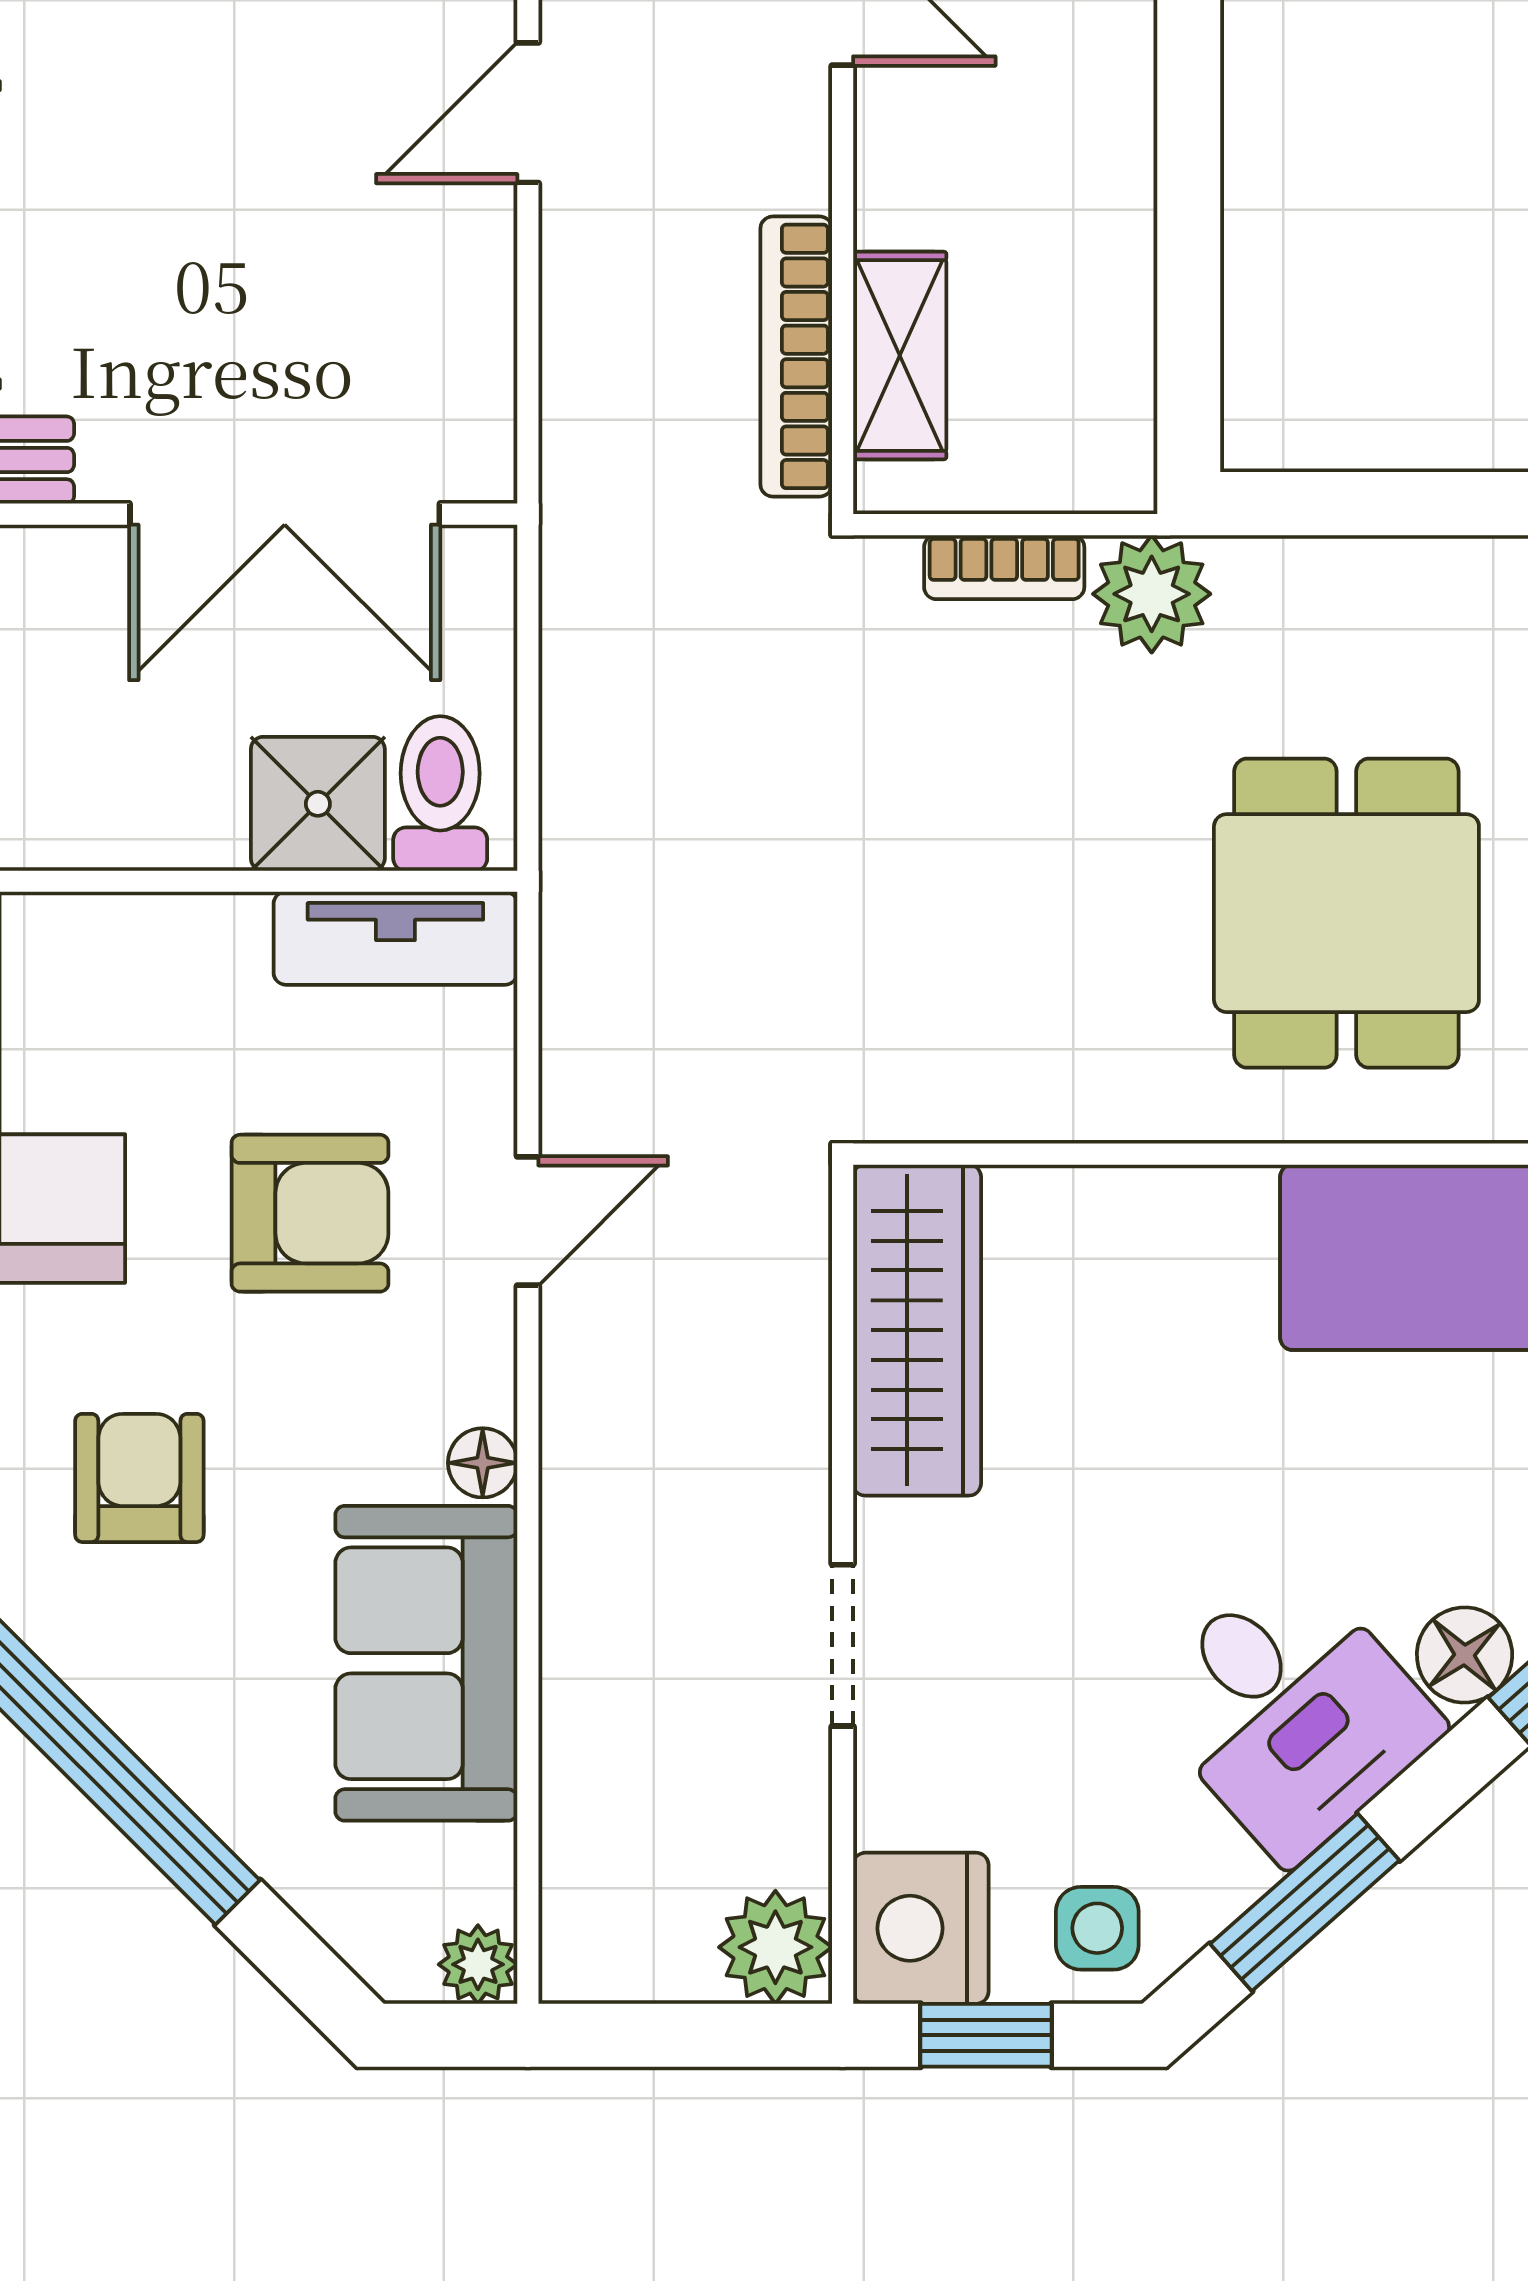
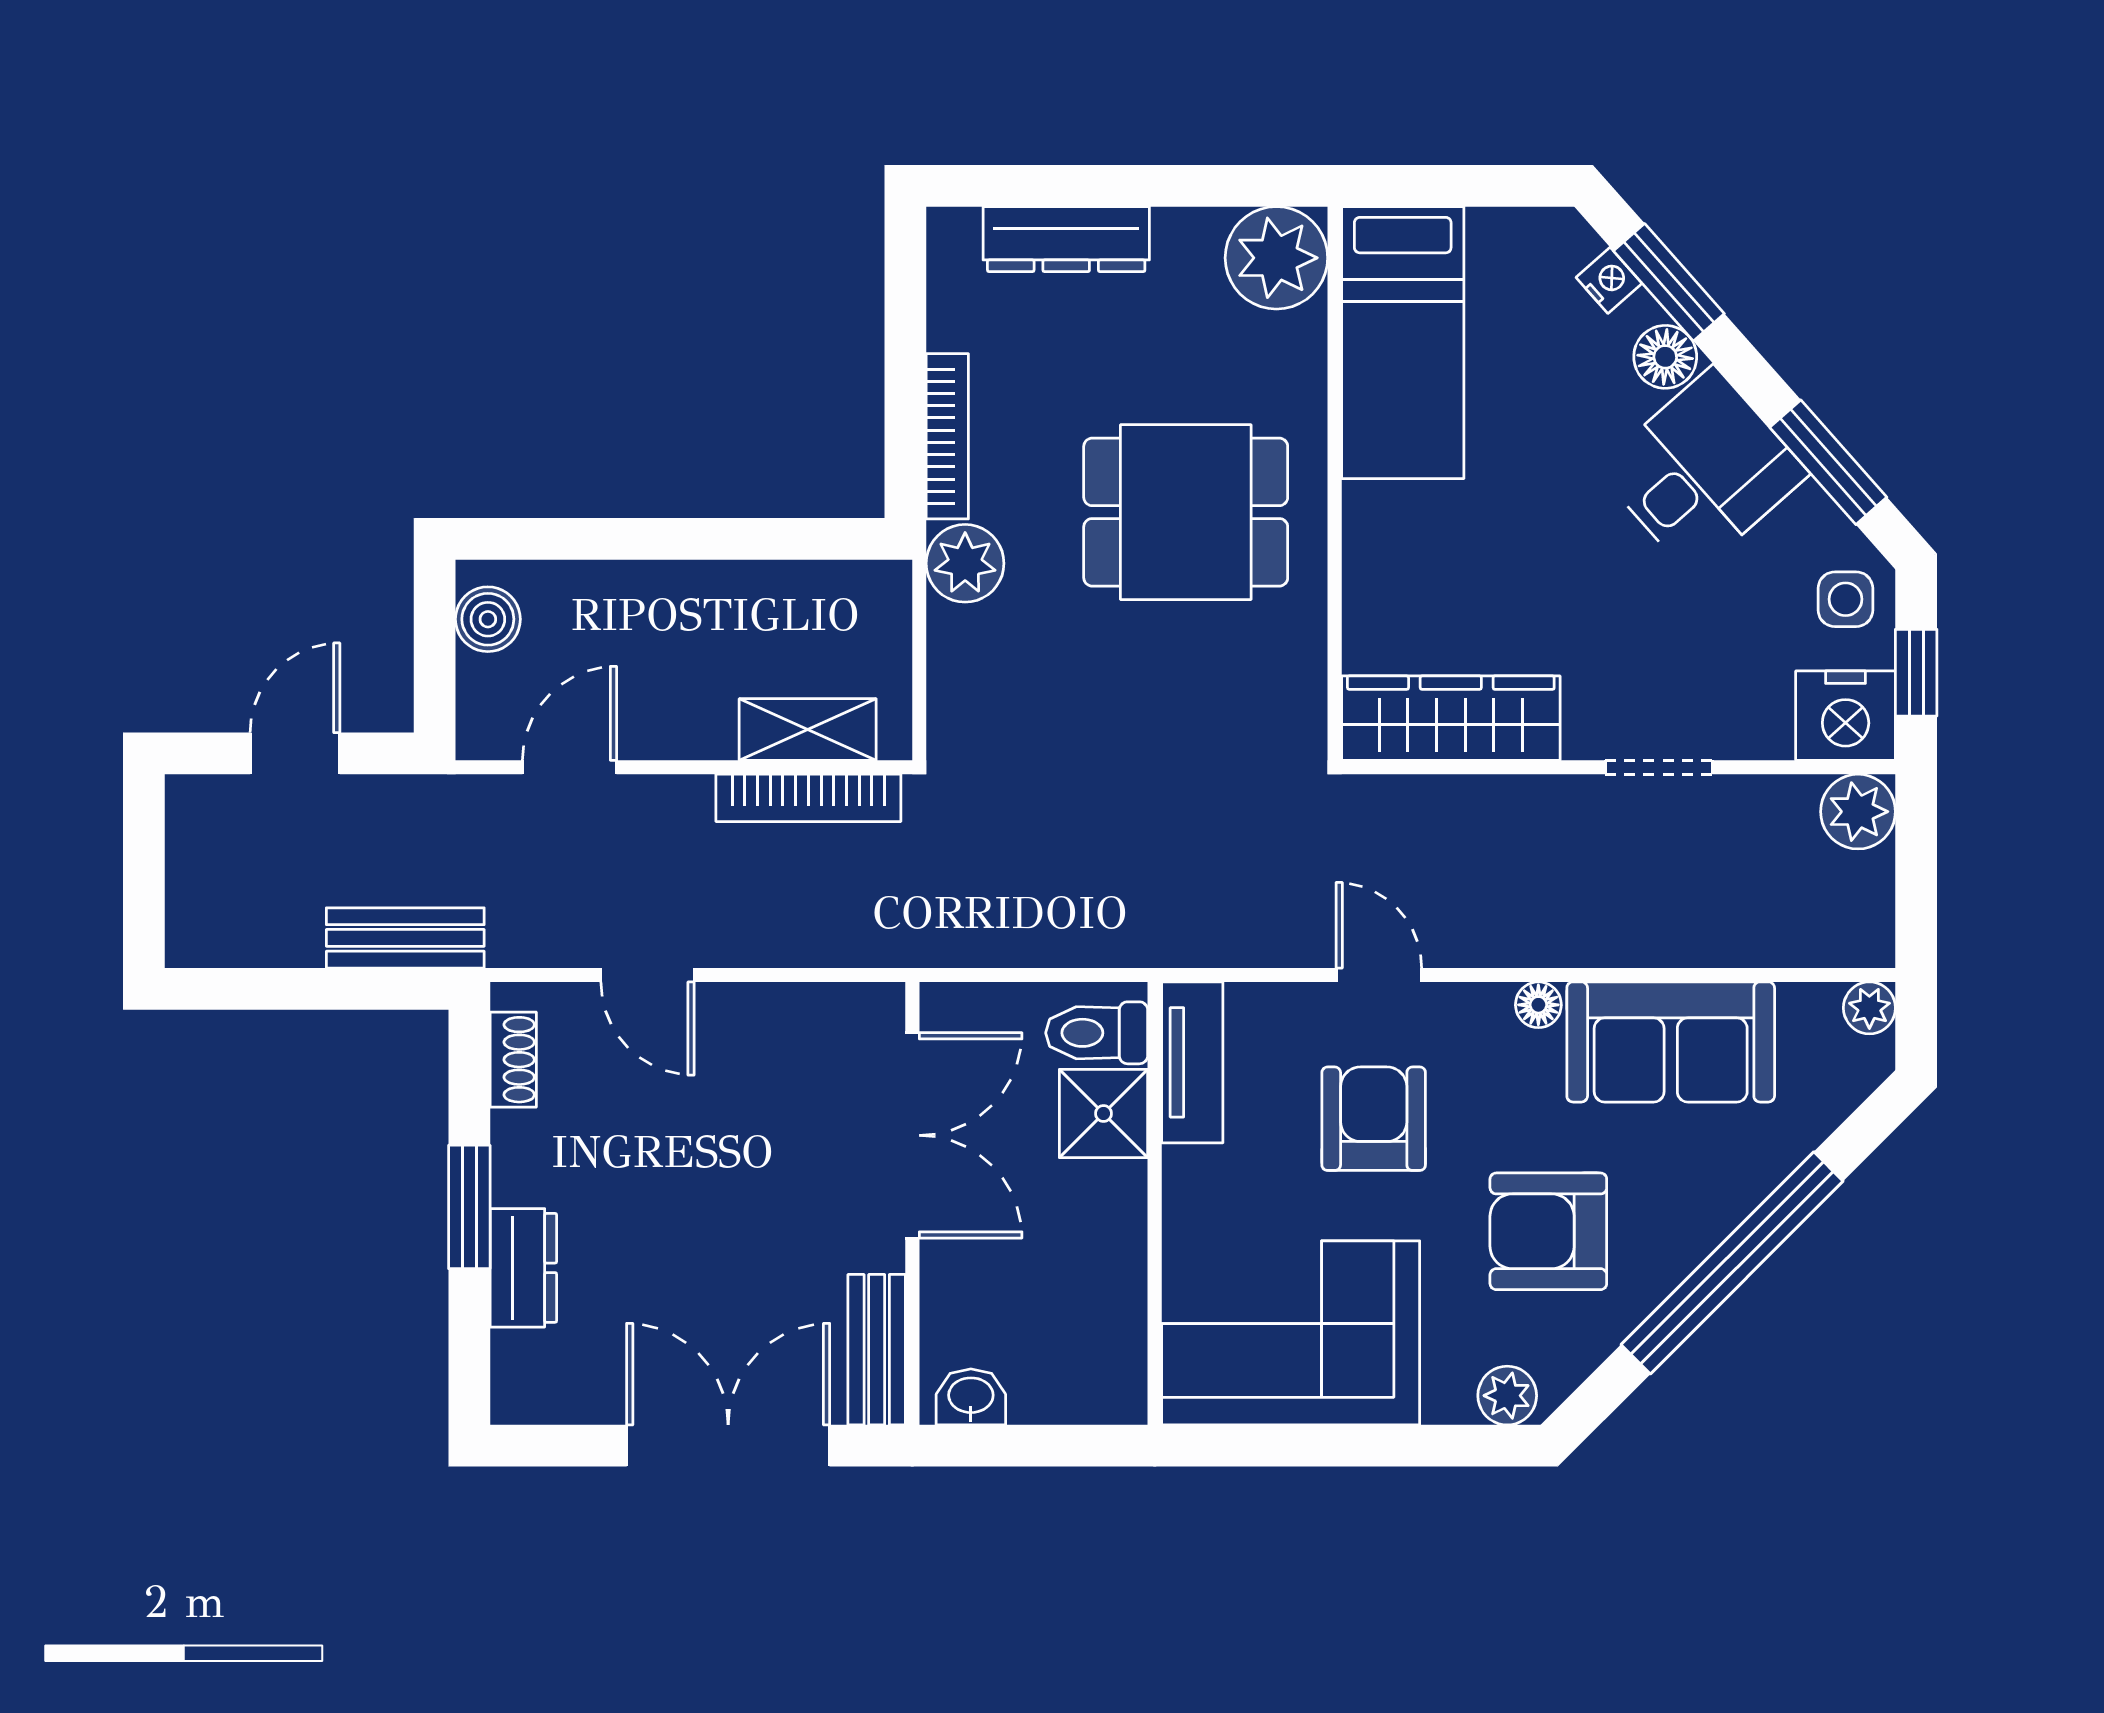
bookcase: (1004, 567) -> (947, 436), moved, width x1.56
dining table: (1346, 913) -> (1186, 512), moved
armchair: (139, 1478) -> (1548, 1231), width x1.38, depth x1.38

